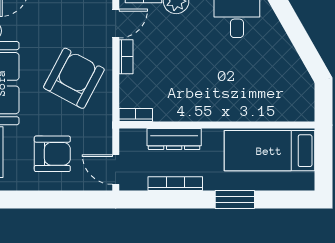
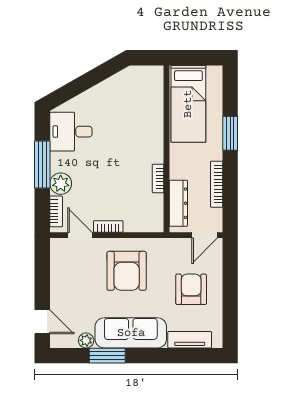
armchair: (74, 78) -> (127, 271), turned -118
bookcase: (136, 115) -> (158, 179), moved
dresser: (174, 139) -> (178, 203), moved

